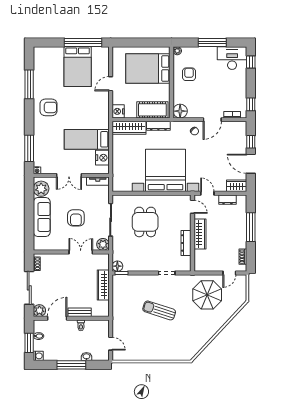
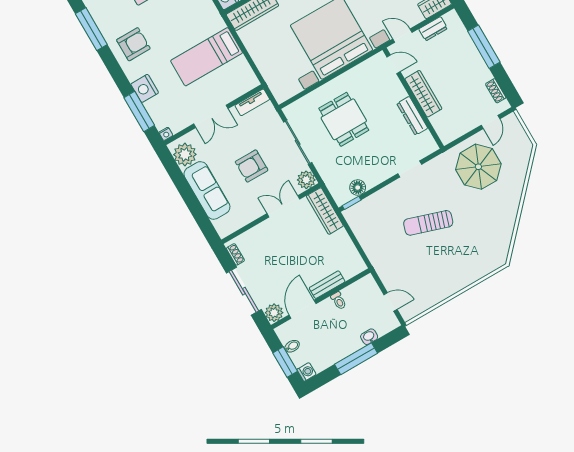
nightstand: (102, 158) -> (145, 88), moved, turned 180
armchair: (76, 218) -> (252, 166), turned 90
floor lamp: (117, 266) -> (358, 188), moved
wardrobe: (103, 285) -> (325, 211), moved

